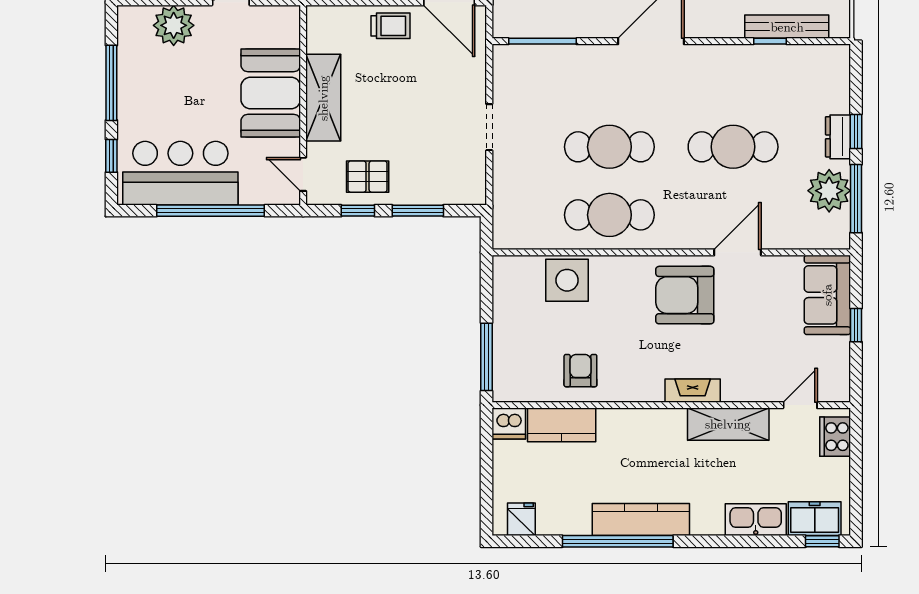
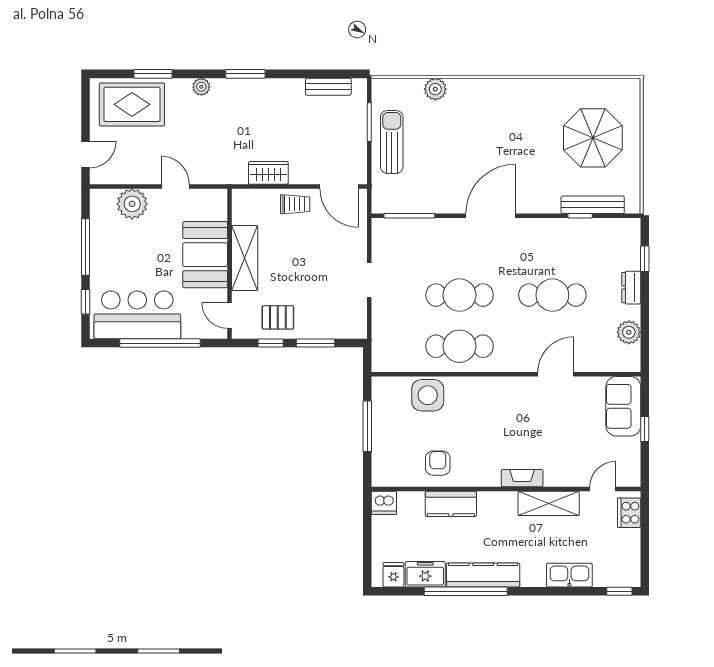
window: (856, 132) -> (645, 259), moved
plant: (829, 191) -> (629, 332), width x0.73, depth x0.73
window: (856, 199) -> (645, 334), removed
armchair: (685, 295) -> (516, 406), removed
window: (486, 357) -> (367, 426), moved
kitchen counter: (562, 425) -> (451, 504), moved
freezer: (815, 519) -> (425, 574), moved

